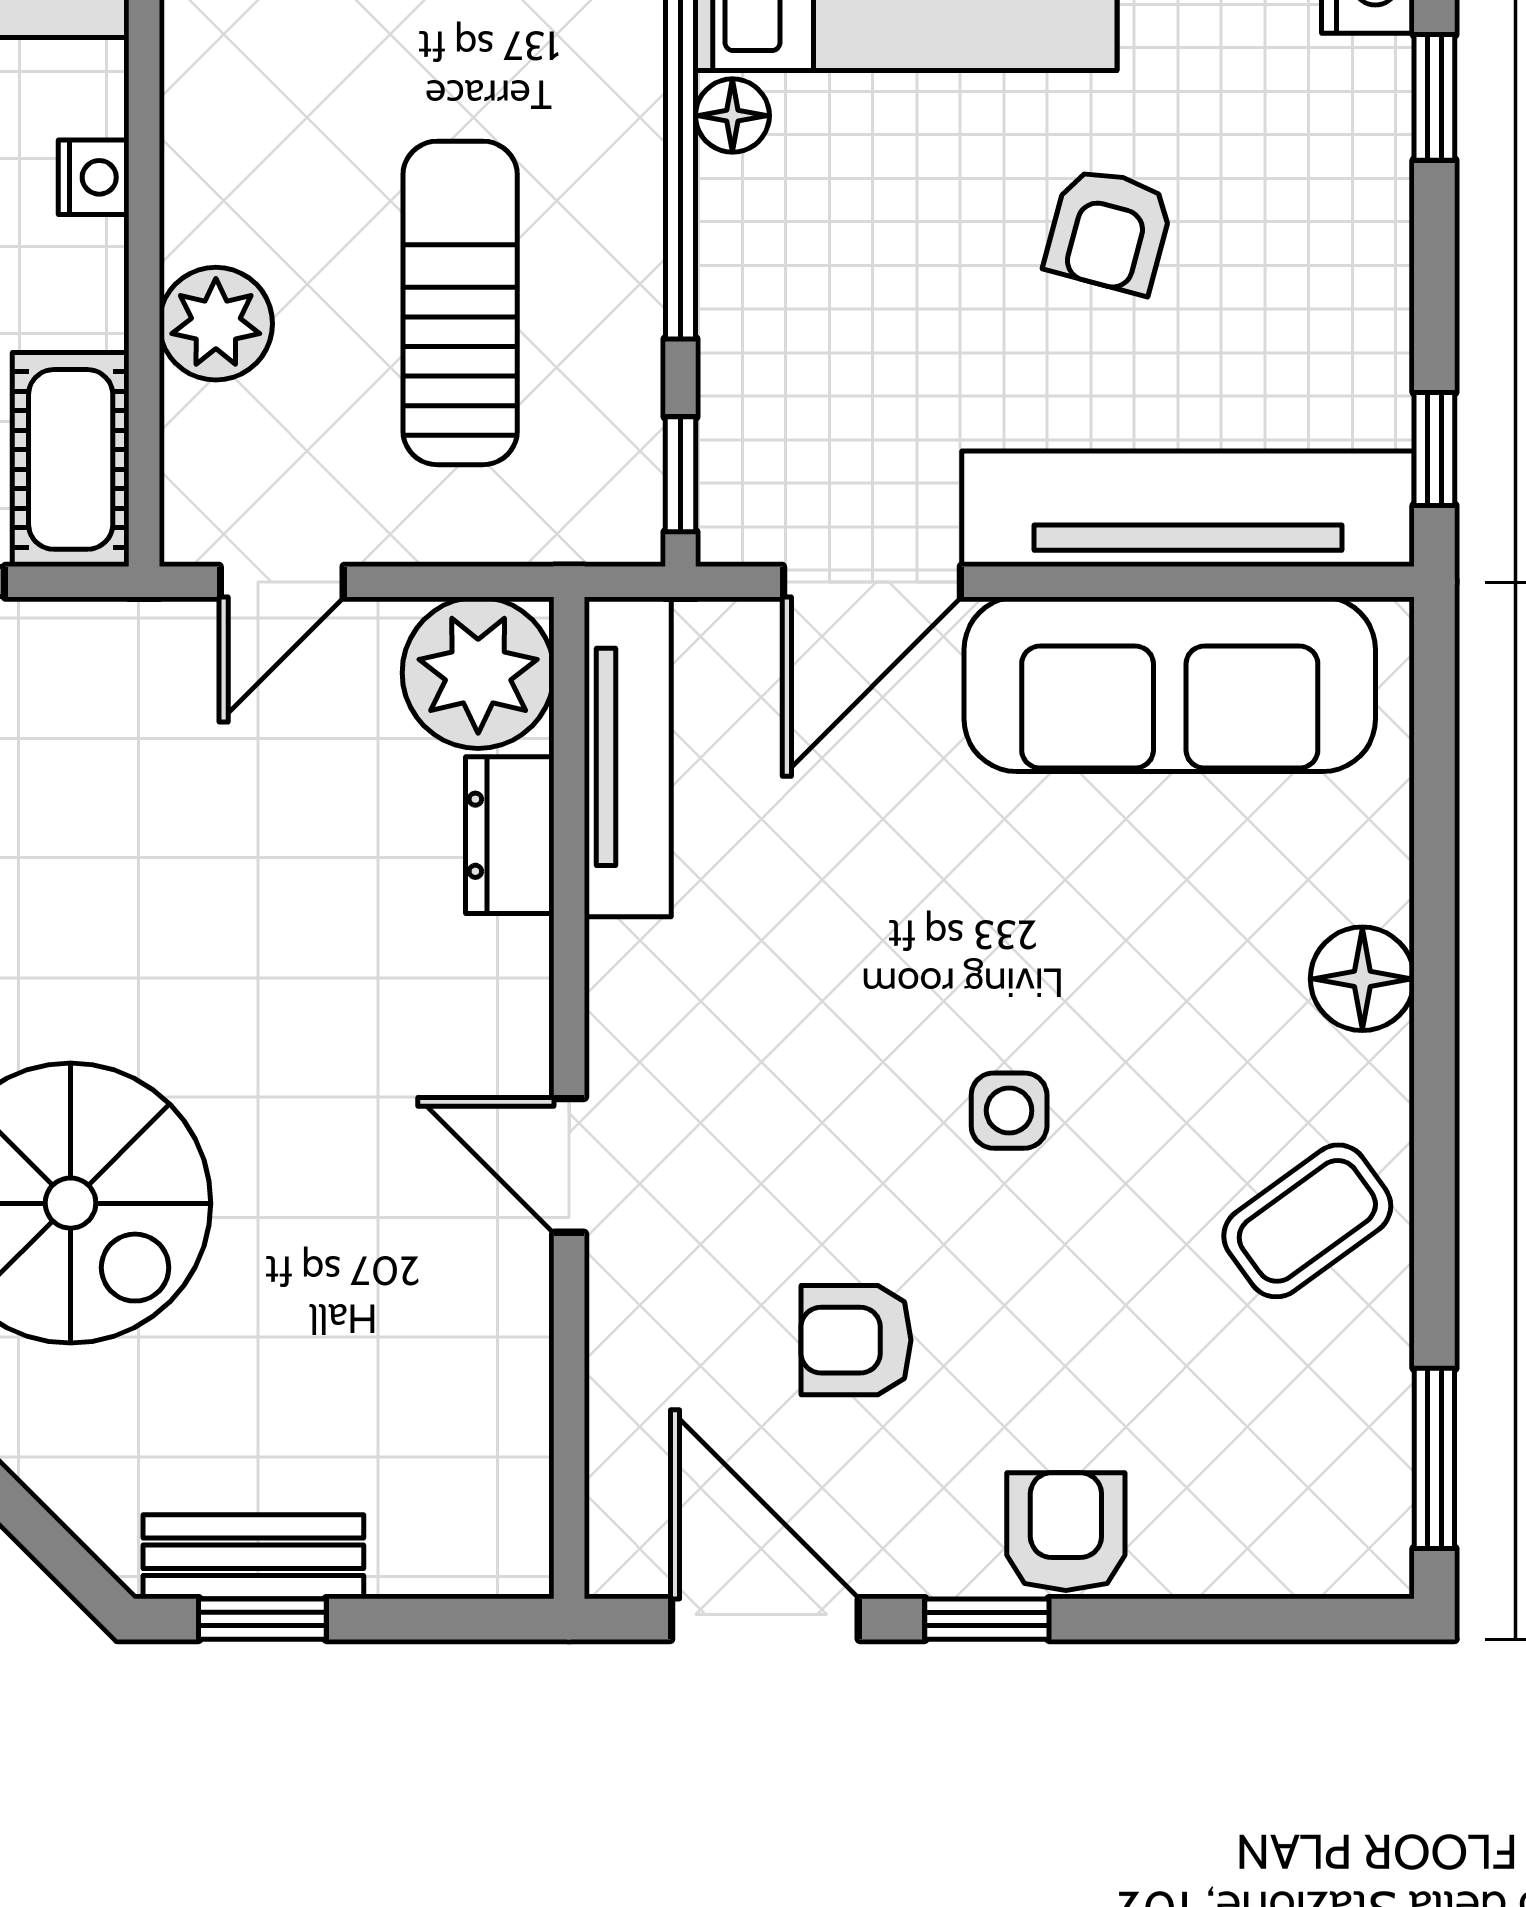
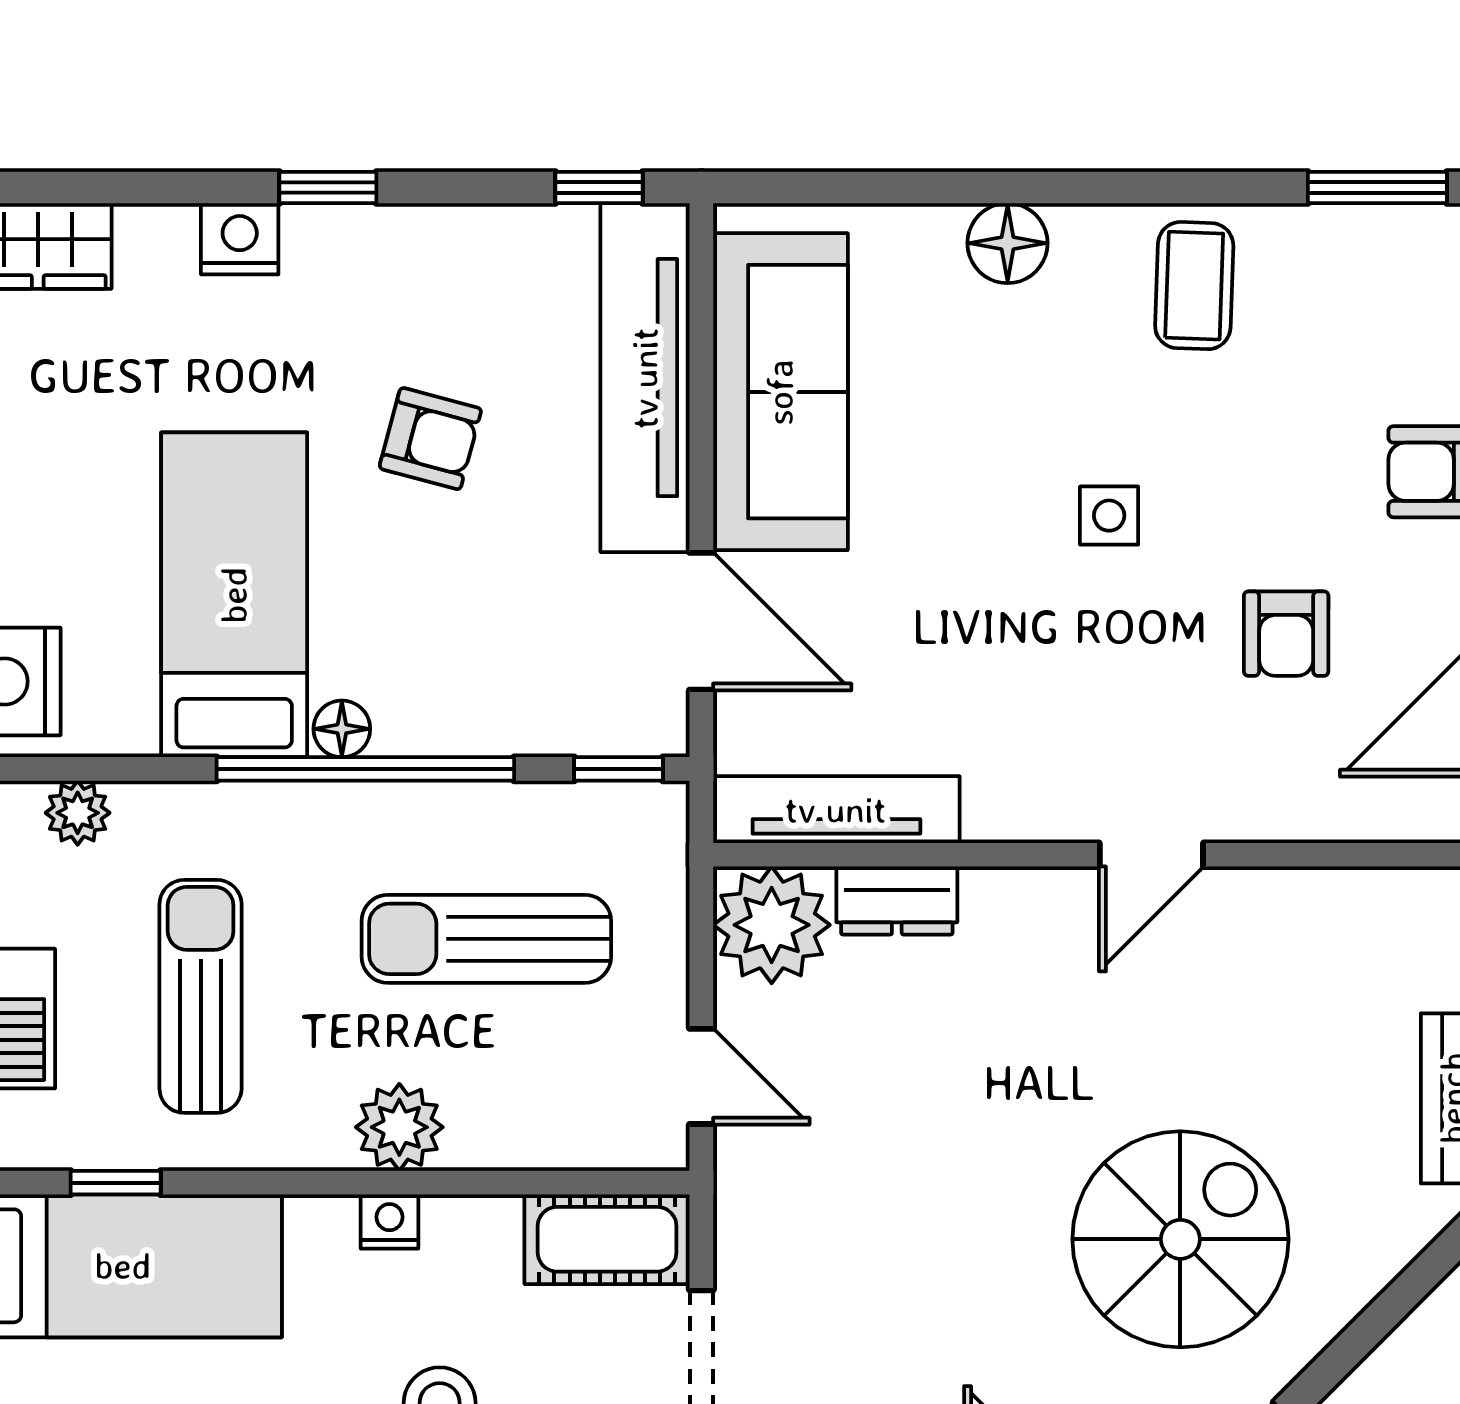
plant: (216, 324) -> (399, 1127), moved
coffee table: (1307, 1221) -> (1194, 286), turned 38

